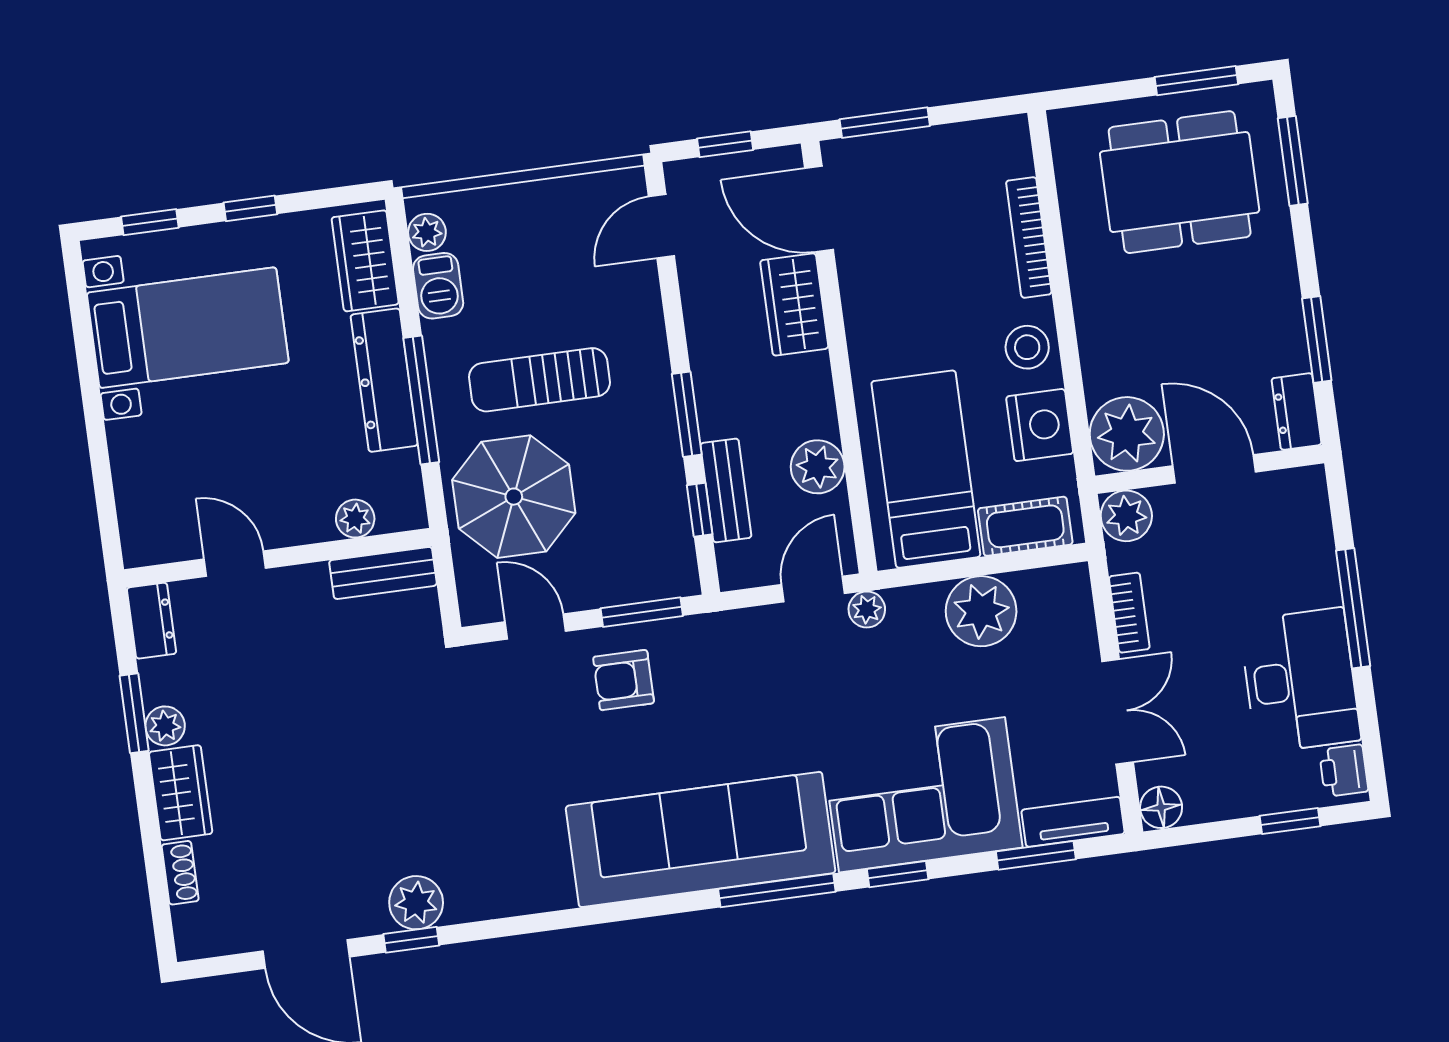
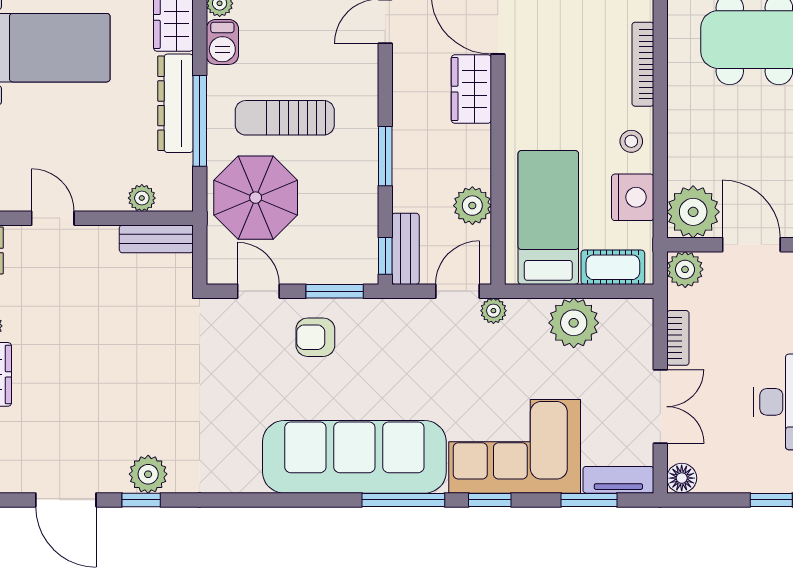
stool: (1027, 347) -> (631, 141), width x0.73, depth x0.73
bench: (726, 490) -> (405, 249), moved
window: (700, 510) -> (385, 256), moved

